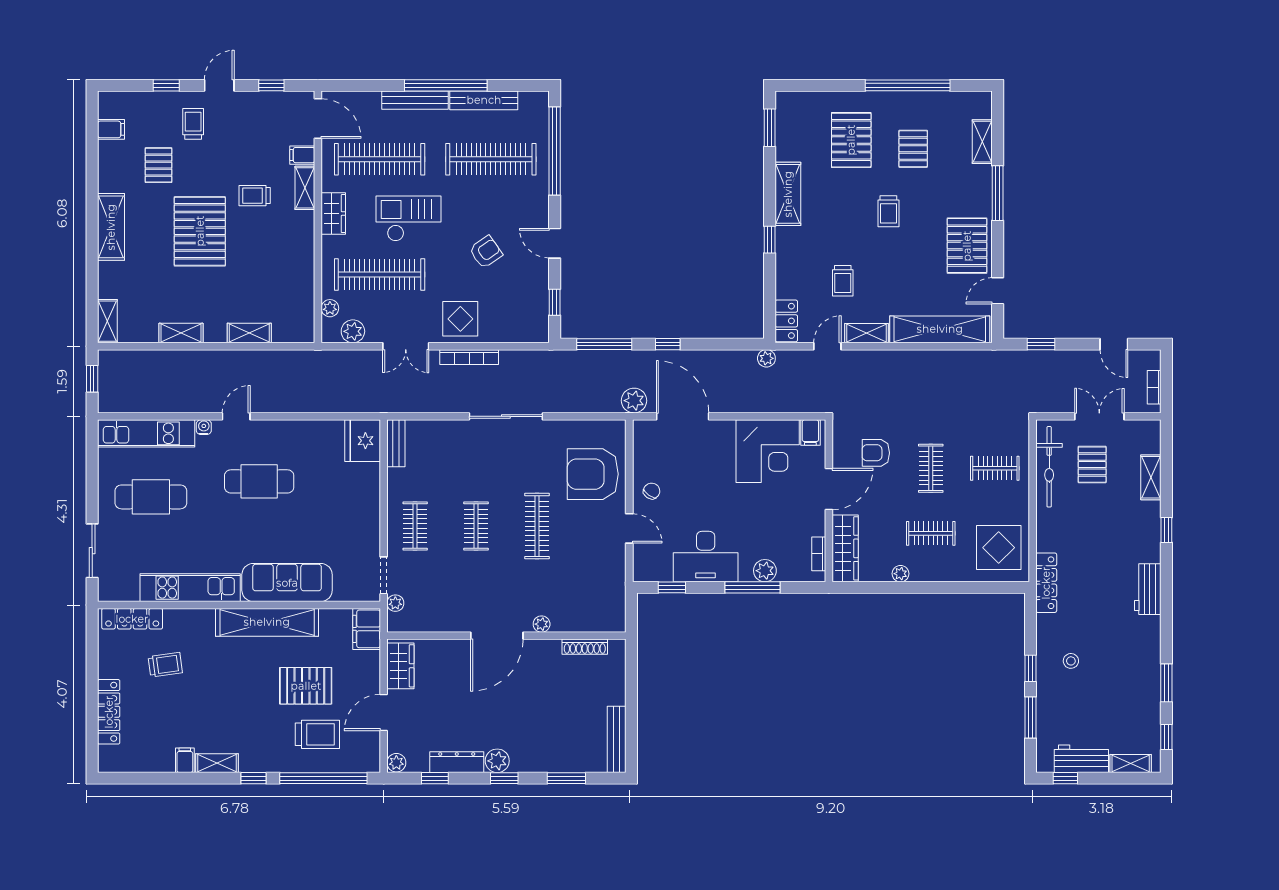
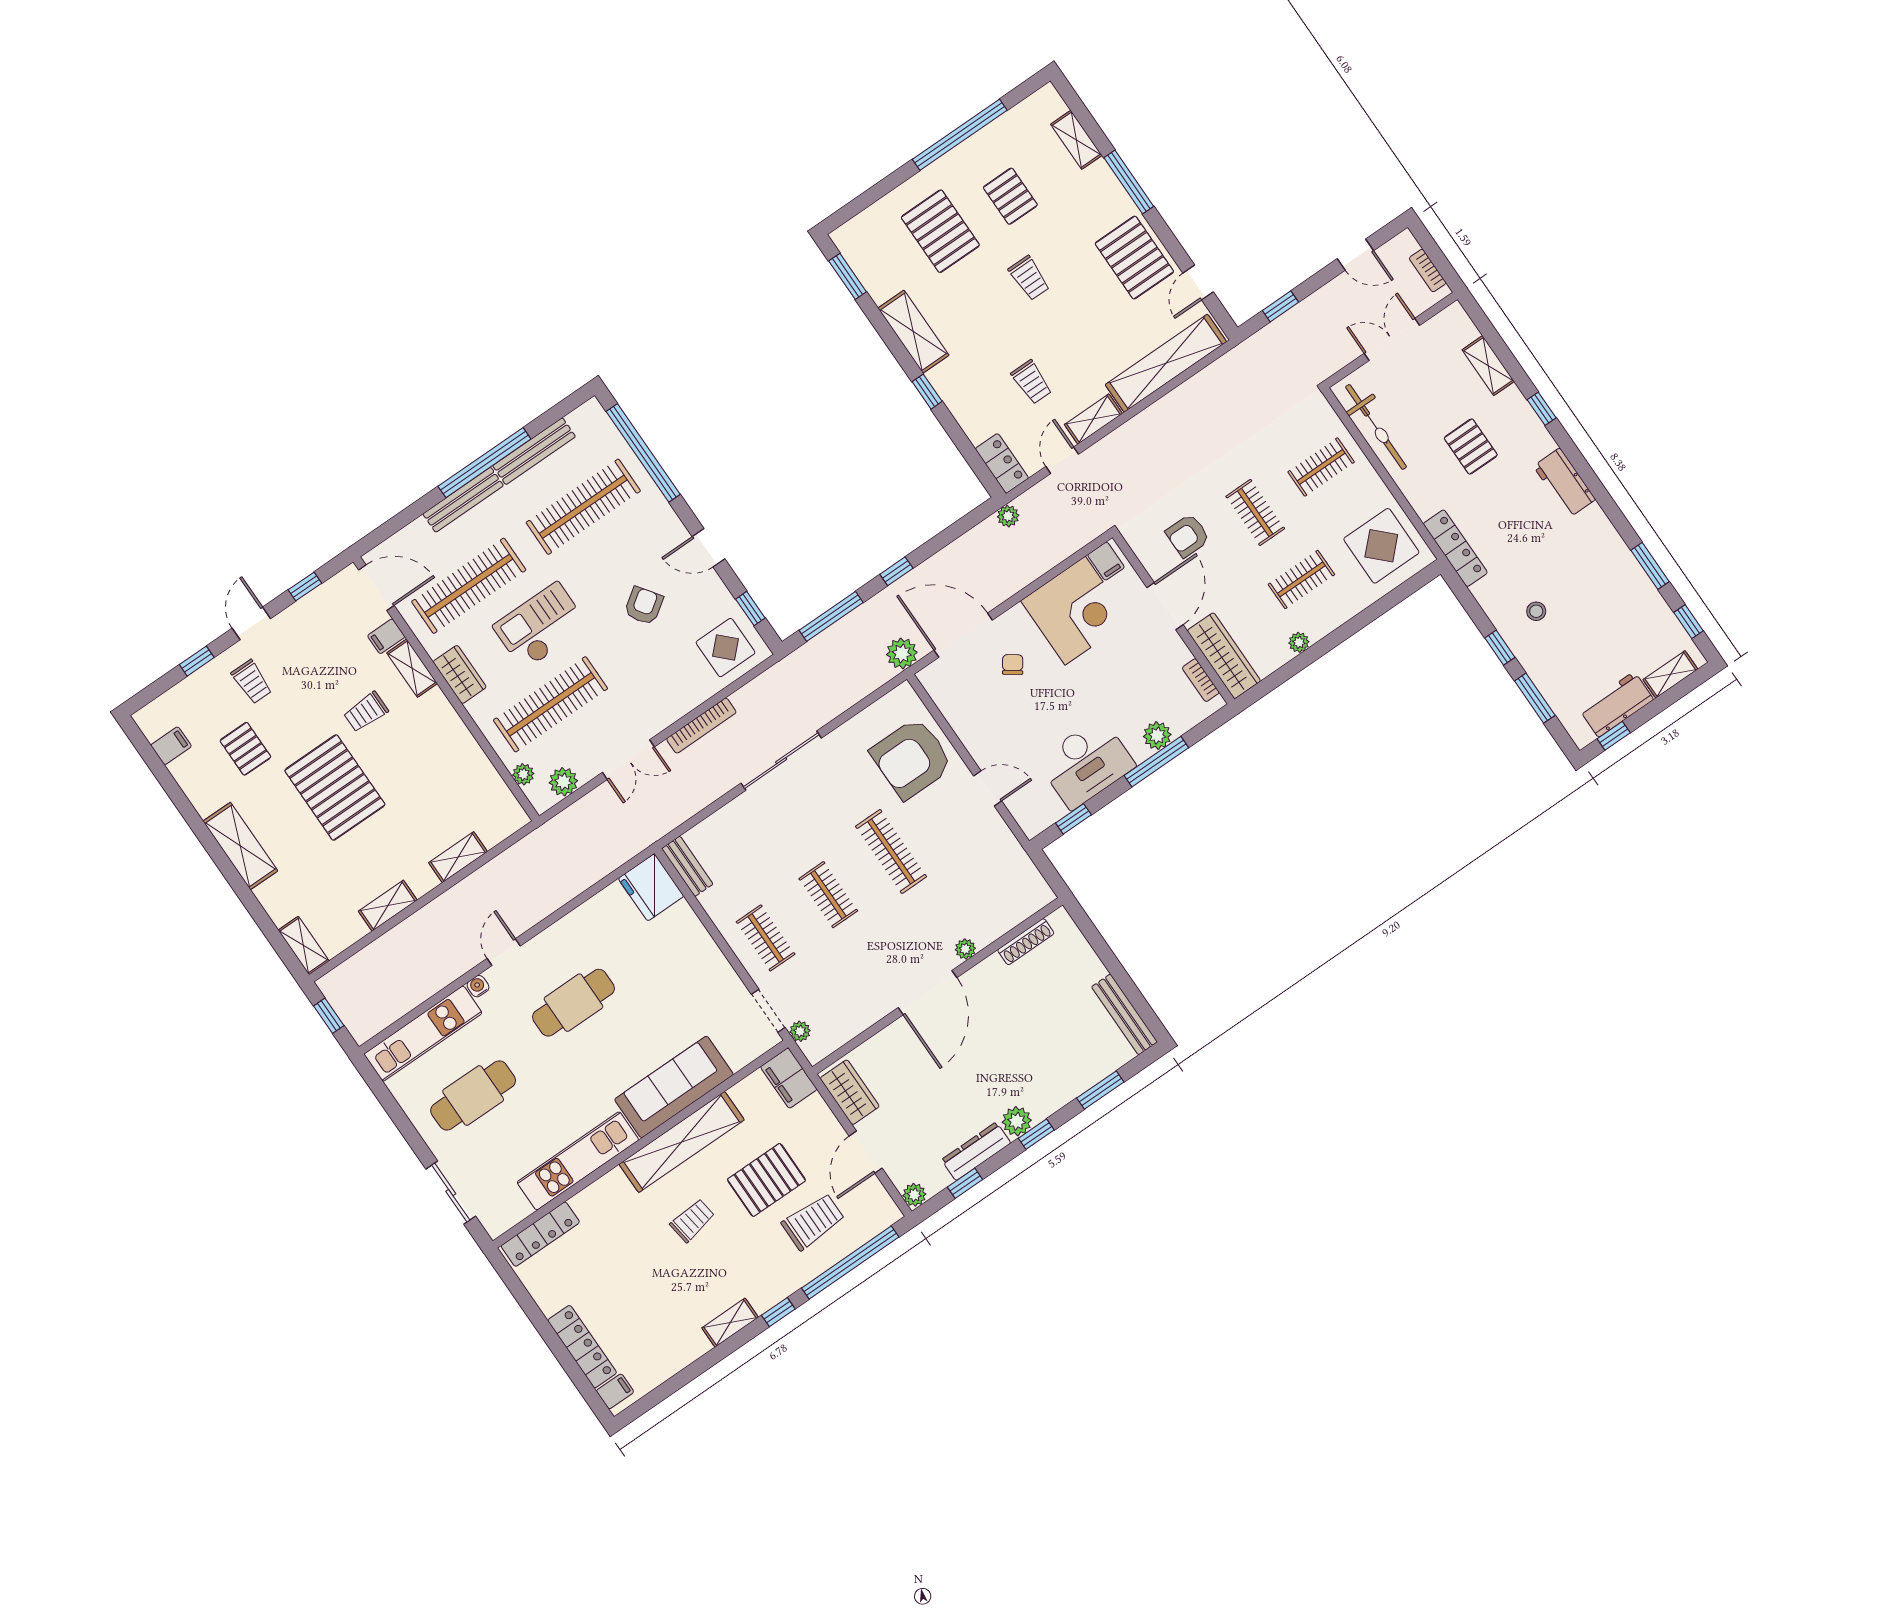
trolley: (193, 124) -> (252, 682), turned 180
display table: (460, 319) -> (726, 648), moved
pallet: (1092, 465) -> (1471, 447), moved
chair: (652, 491) -> (1013, 664), moved
trolley: (165, 665) -> (692, 1221), moved
filing cabinet: (185, 760) -> (615, 1391), moved, turned 90

